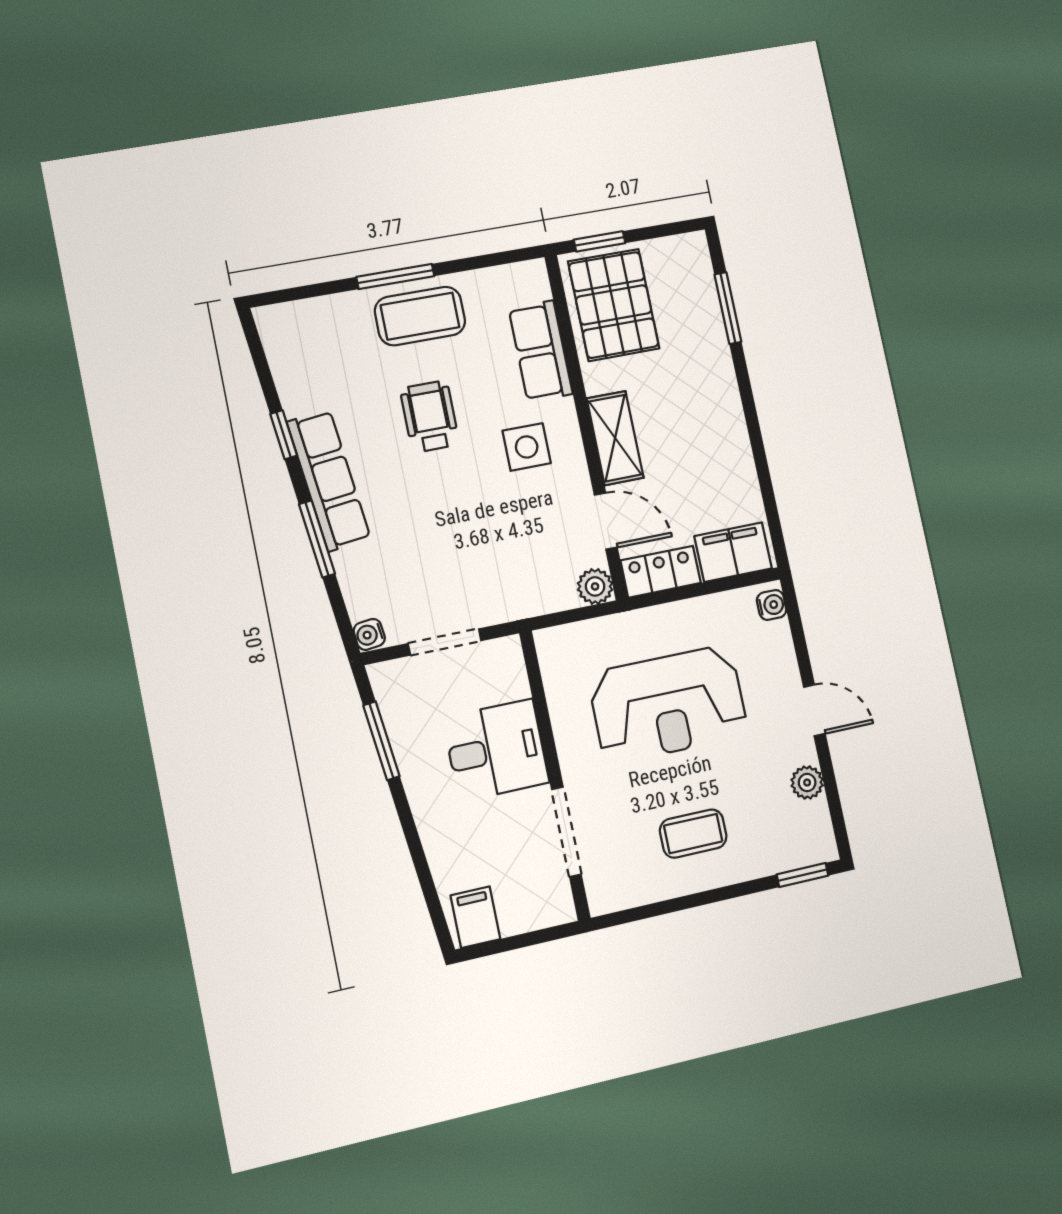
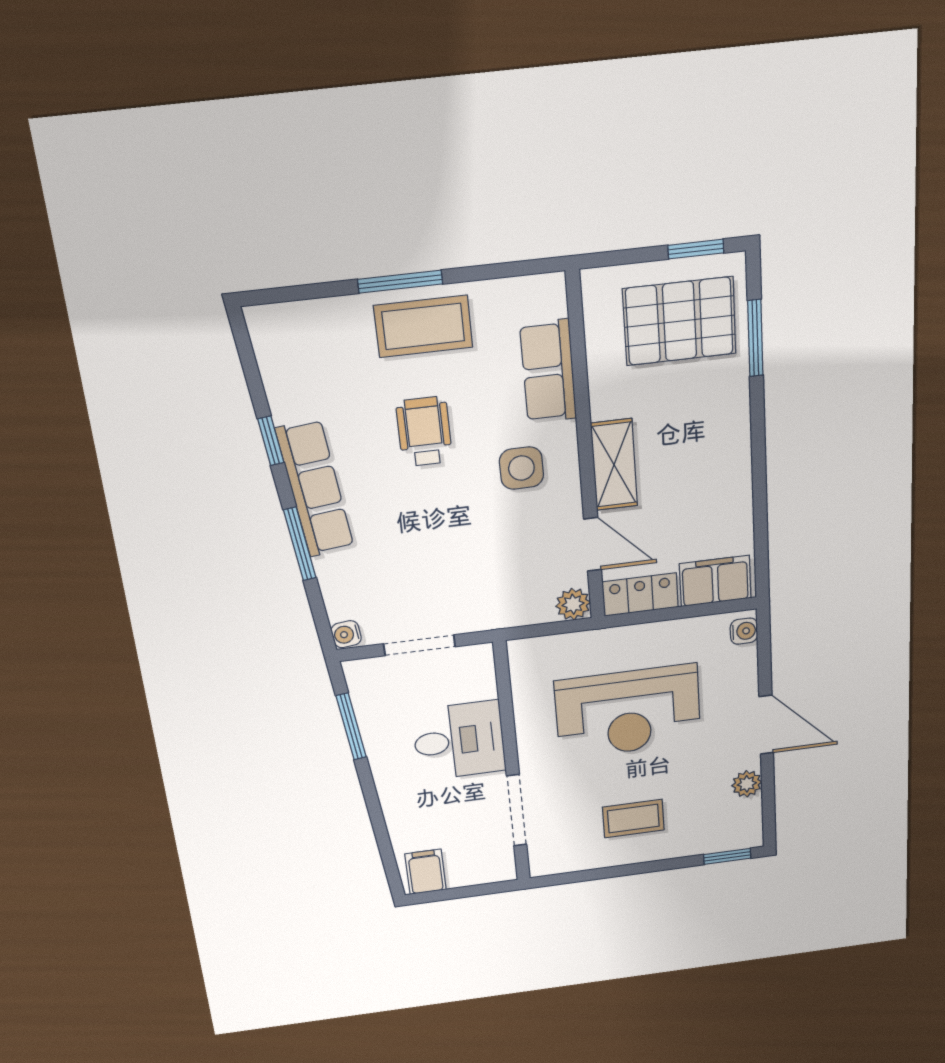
window: (600, 241) -> (696, 249), moved
pallet: (614, 305) -> (680, 321), moved, turned 90
door: (814, 710) -> (766, 725), width x1.37

